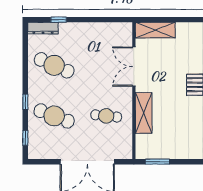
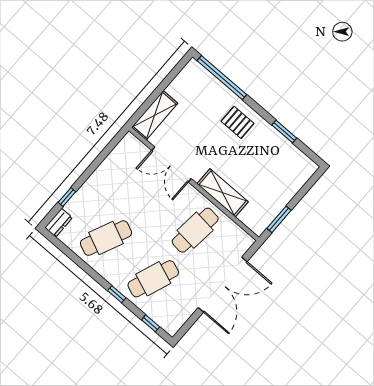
dresser: (43, 28) -> (59, 223), width x0.70
cafe table: (106, 116) -> (195, 230), width x1.37, depth x1.35

